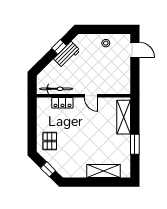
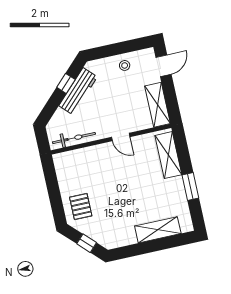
door: (135, 50) -> (164, 66), hinge flipped
workbench: (67, 55) -> (78, 91), width x1.38
shelving: (124, 78) -> (158, 105), added
locker: (62, 103) -> (86, 154), removed

